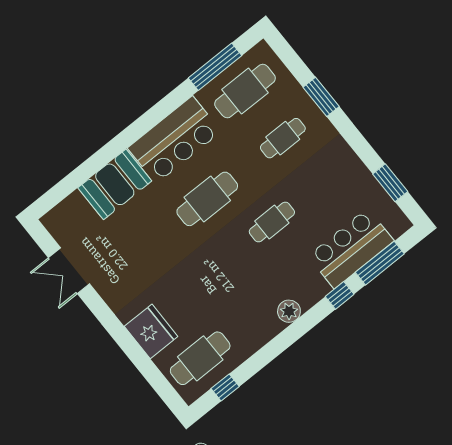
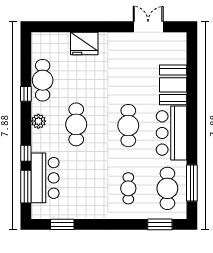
window: (321, 97) -> (160, 224), moved
cafe table: (272, 222) -> (76, 124), moved, width x1.37, depth x1.35
cafe table: (200, 358) -> (43, 80), moved
window: (225, 388) -> (26, 94), moved

